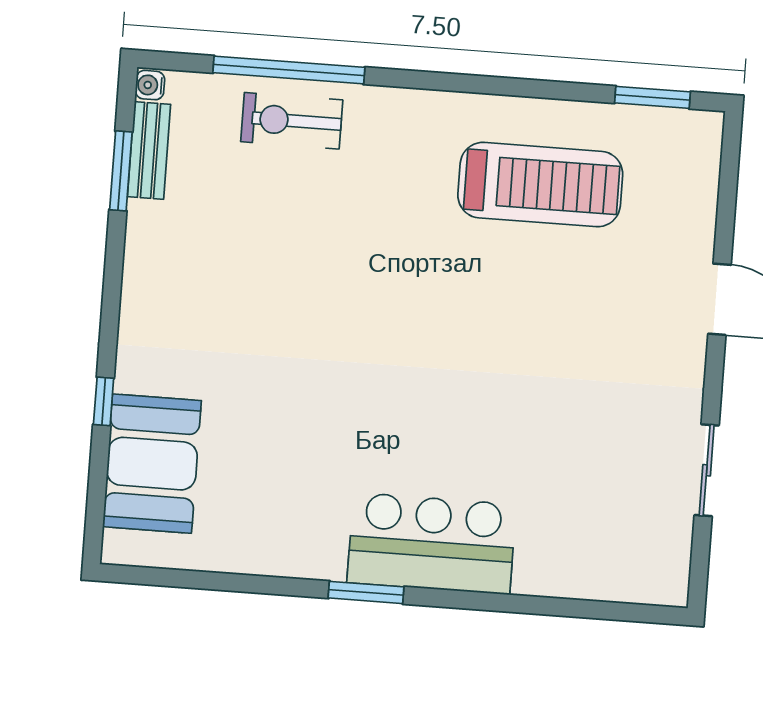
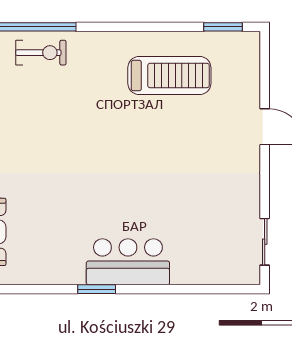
exercise bike: (292, 121) -> (41, 53), turned 180
sliding door: (707, 470) -> (265, 242), moved

